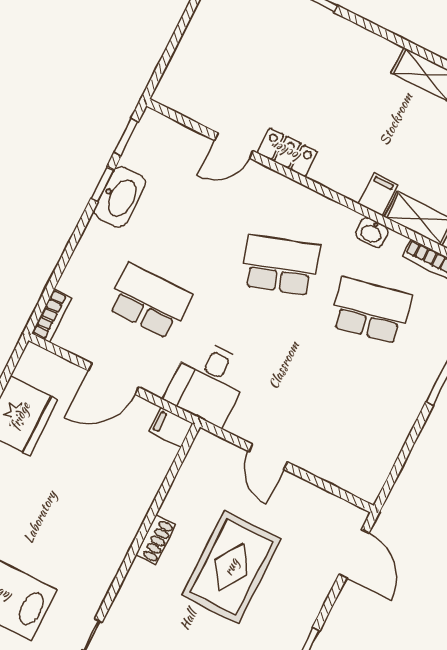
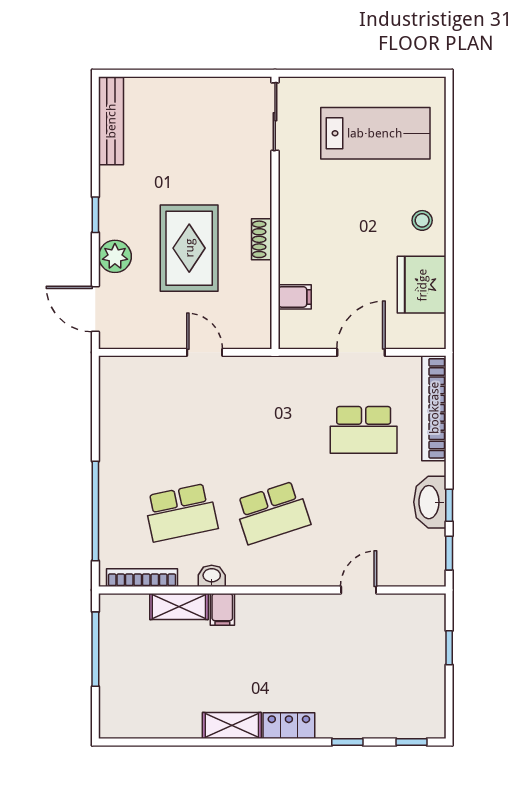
window: (173, 44) -> (449, 648), added
locker: (287, 152) -> (289, 726), moved, turned 180
bookcase: (52, 316) -> (434, 408), width x2.31, depth x1.31
desk: (208, 382) -> (283, 388), removed
filing cabinet: (171, 427) -> (295, 297), moved
plant: (309, 596) -> (115, 256), added

